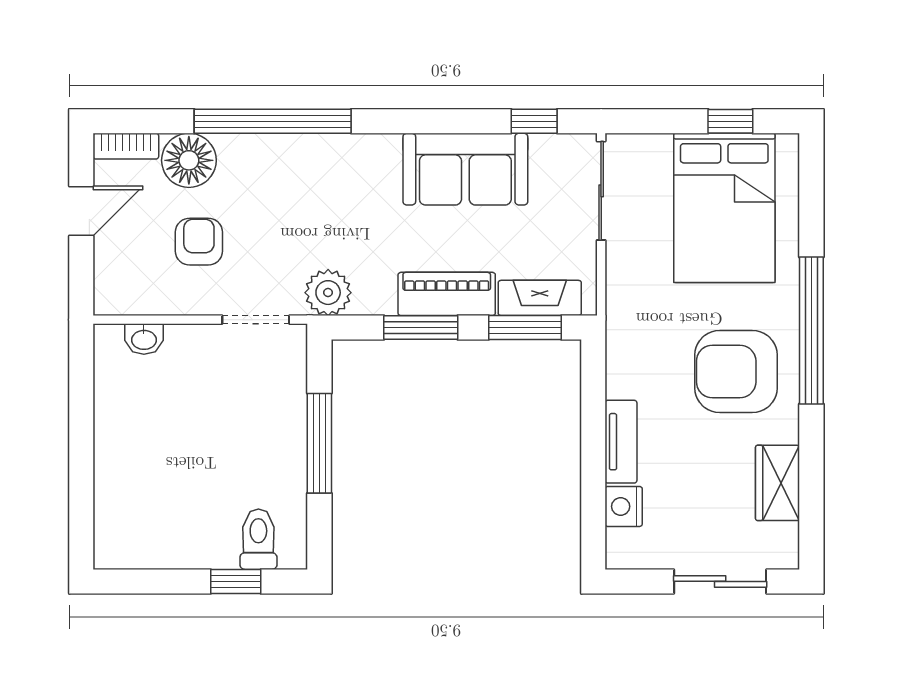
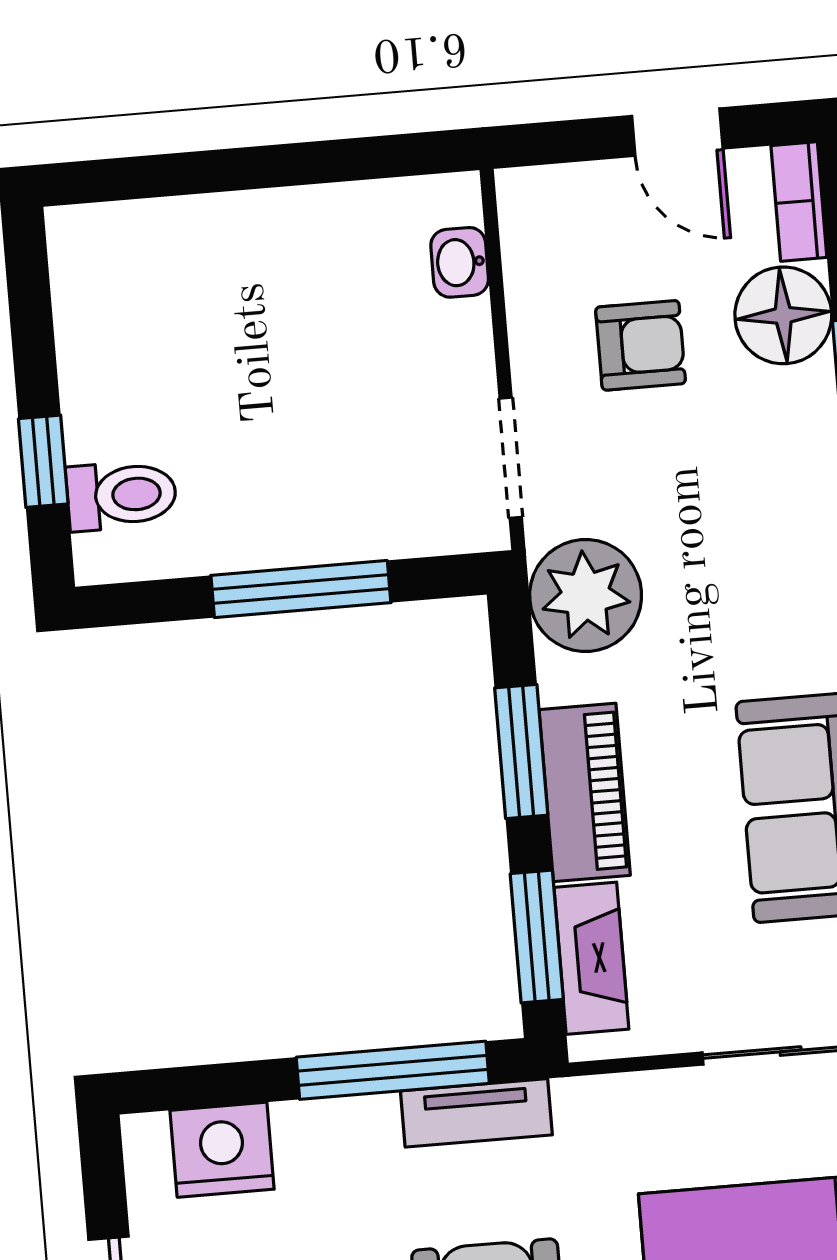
plant: (328, 293) -> (586, 596), width x1.36, depth x1.36
window: (593, 414) -> (393, 1070), added
tv unit: (621, 442) -> (476, 1113), moved
nightstand: (624, 506) -> (222, 1150), width x1.36, depth x1.33

